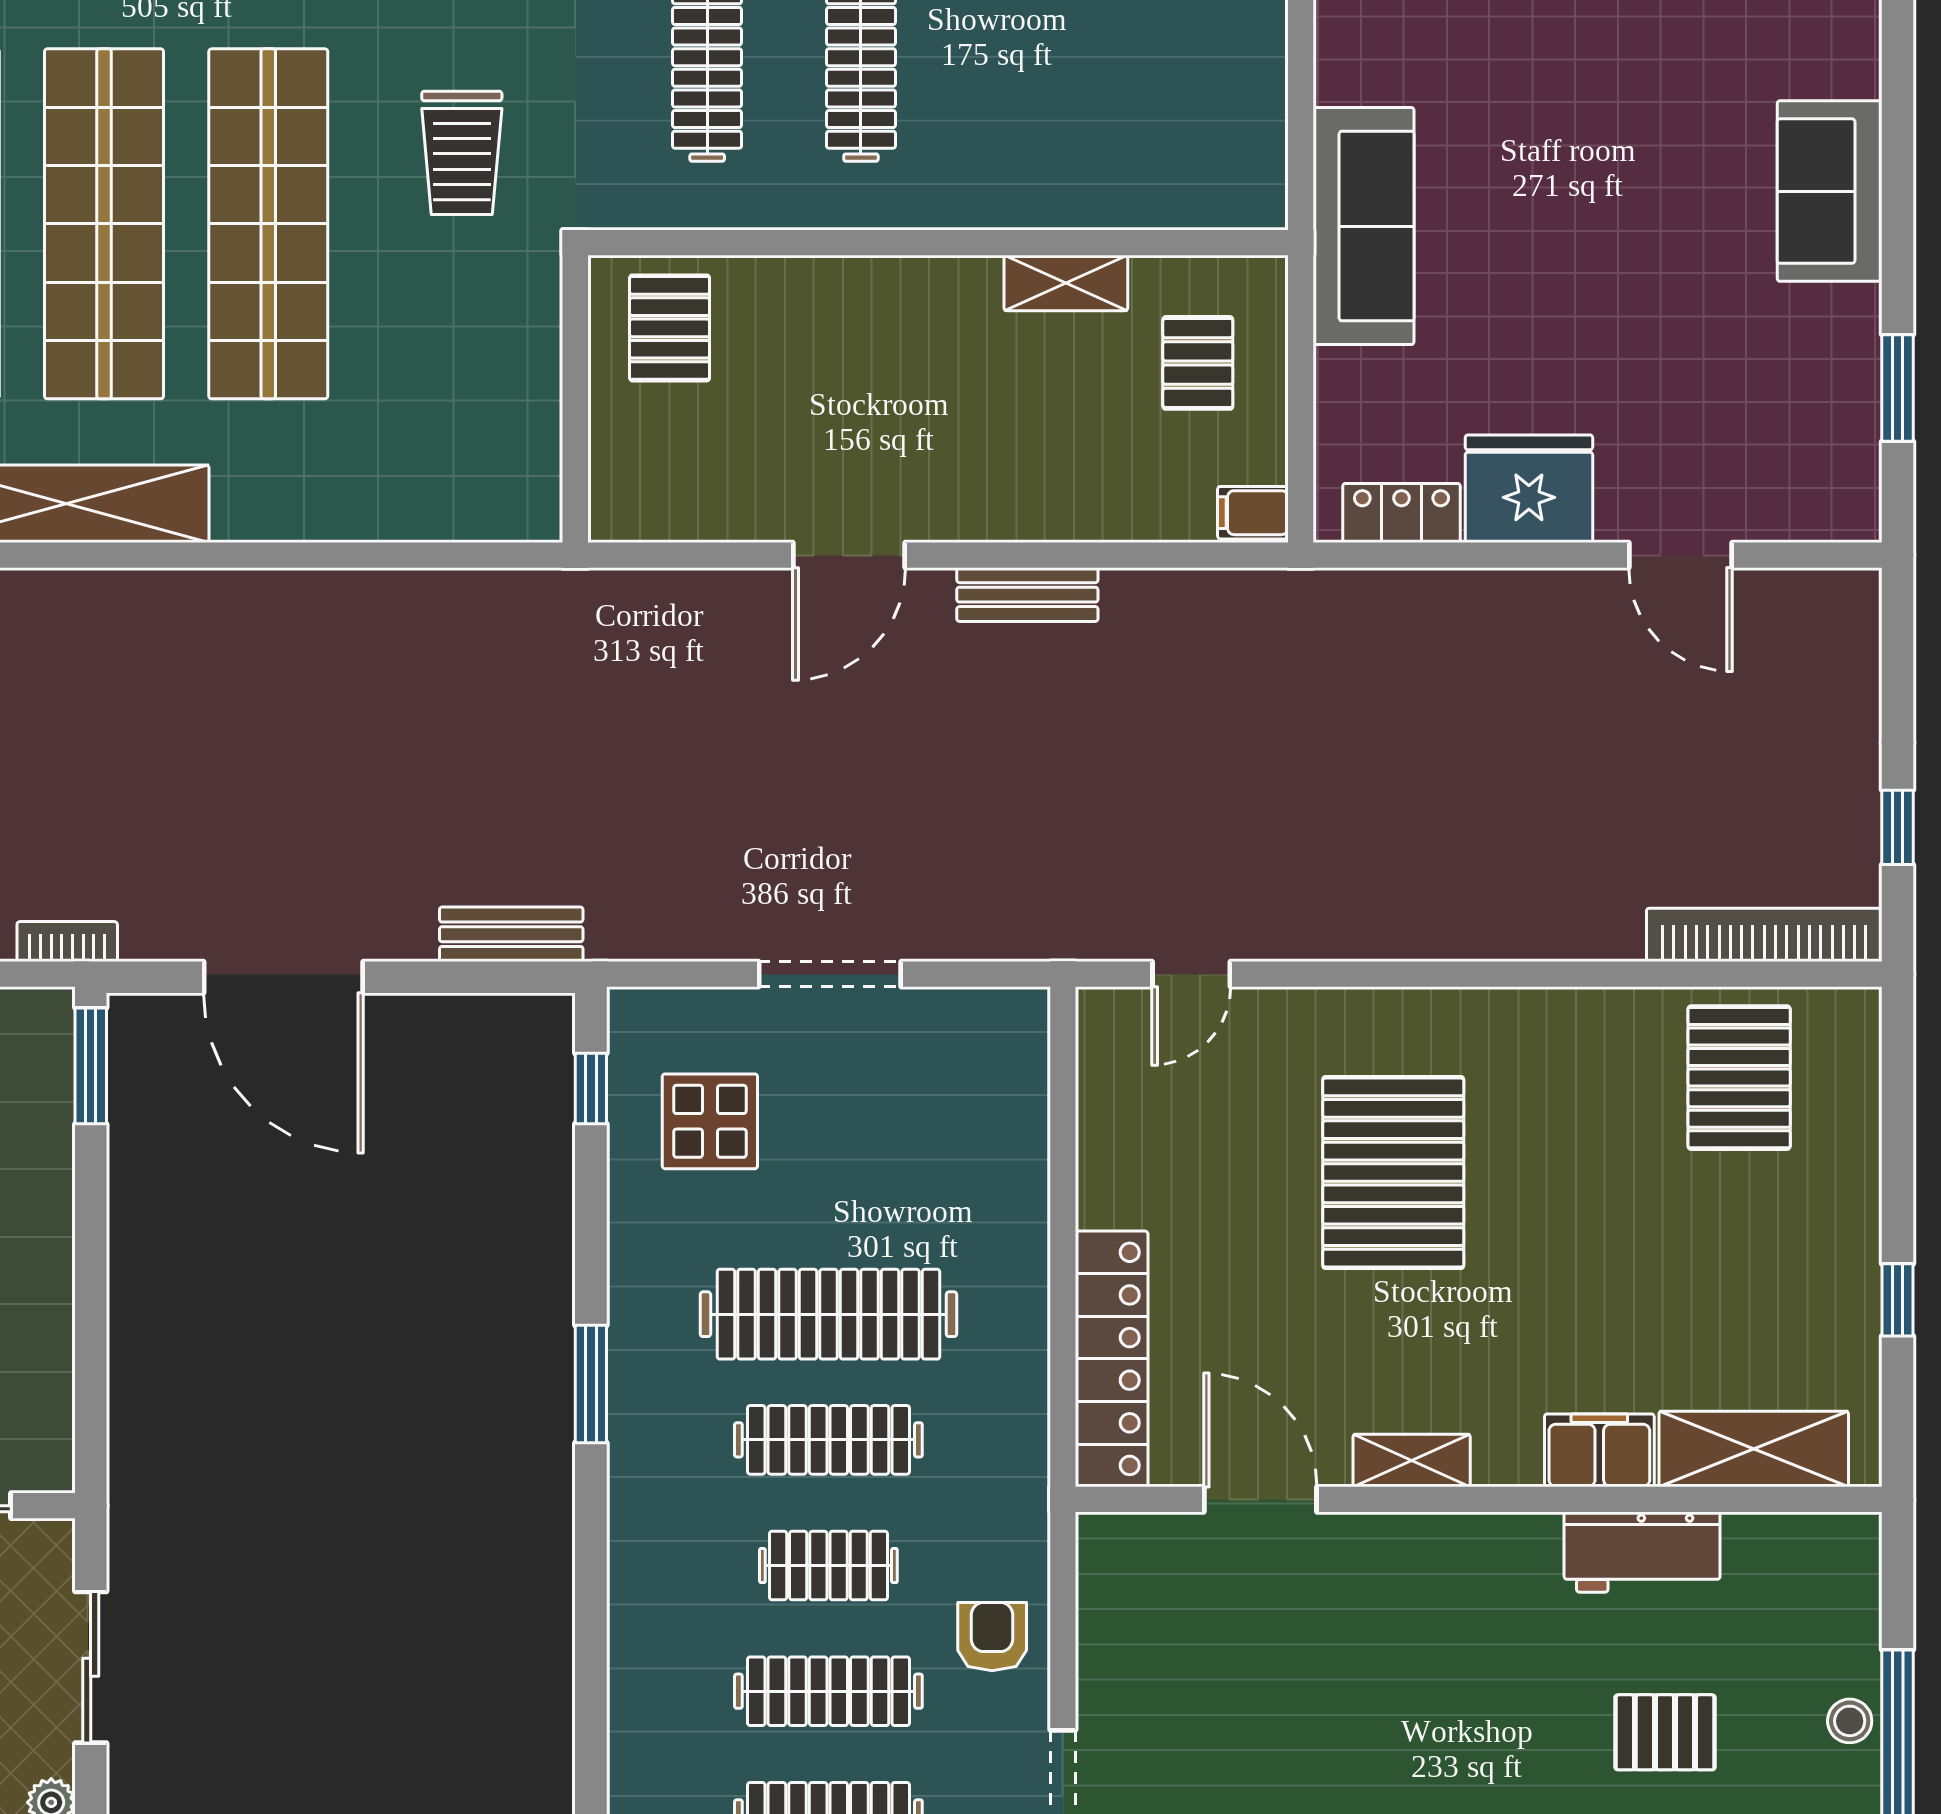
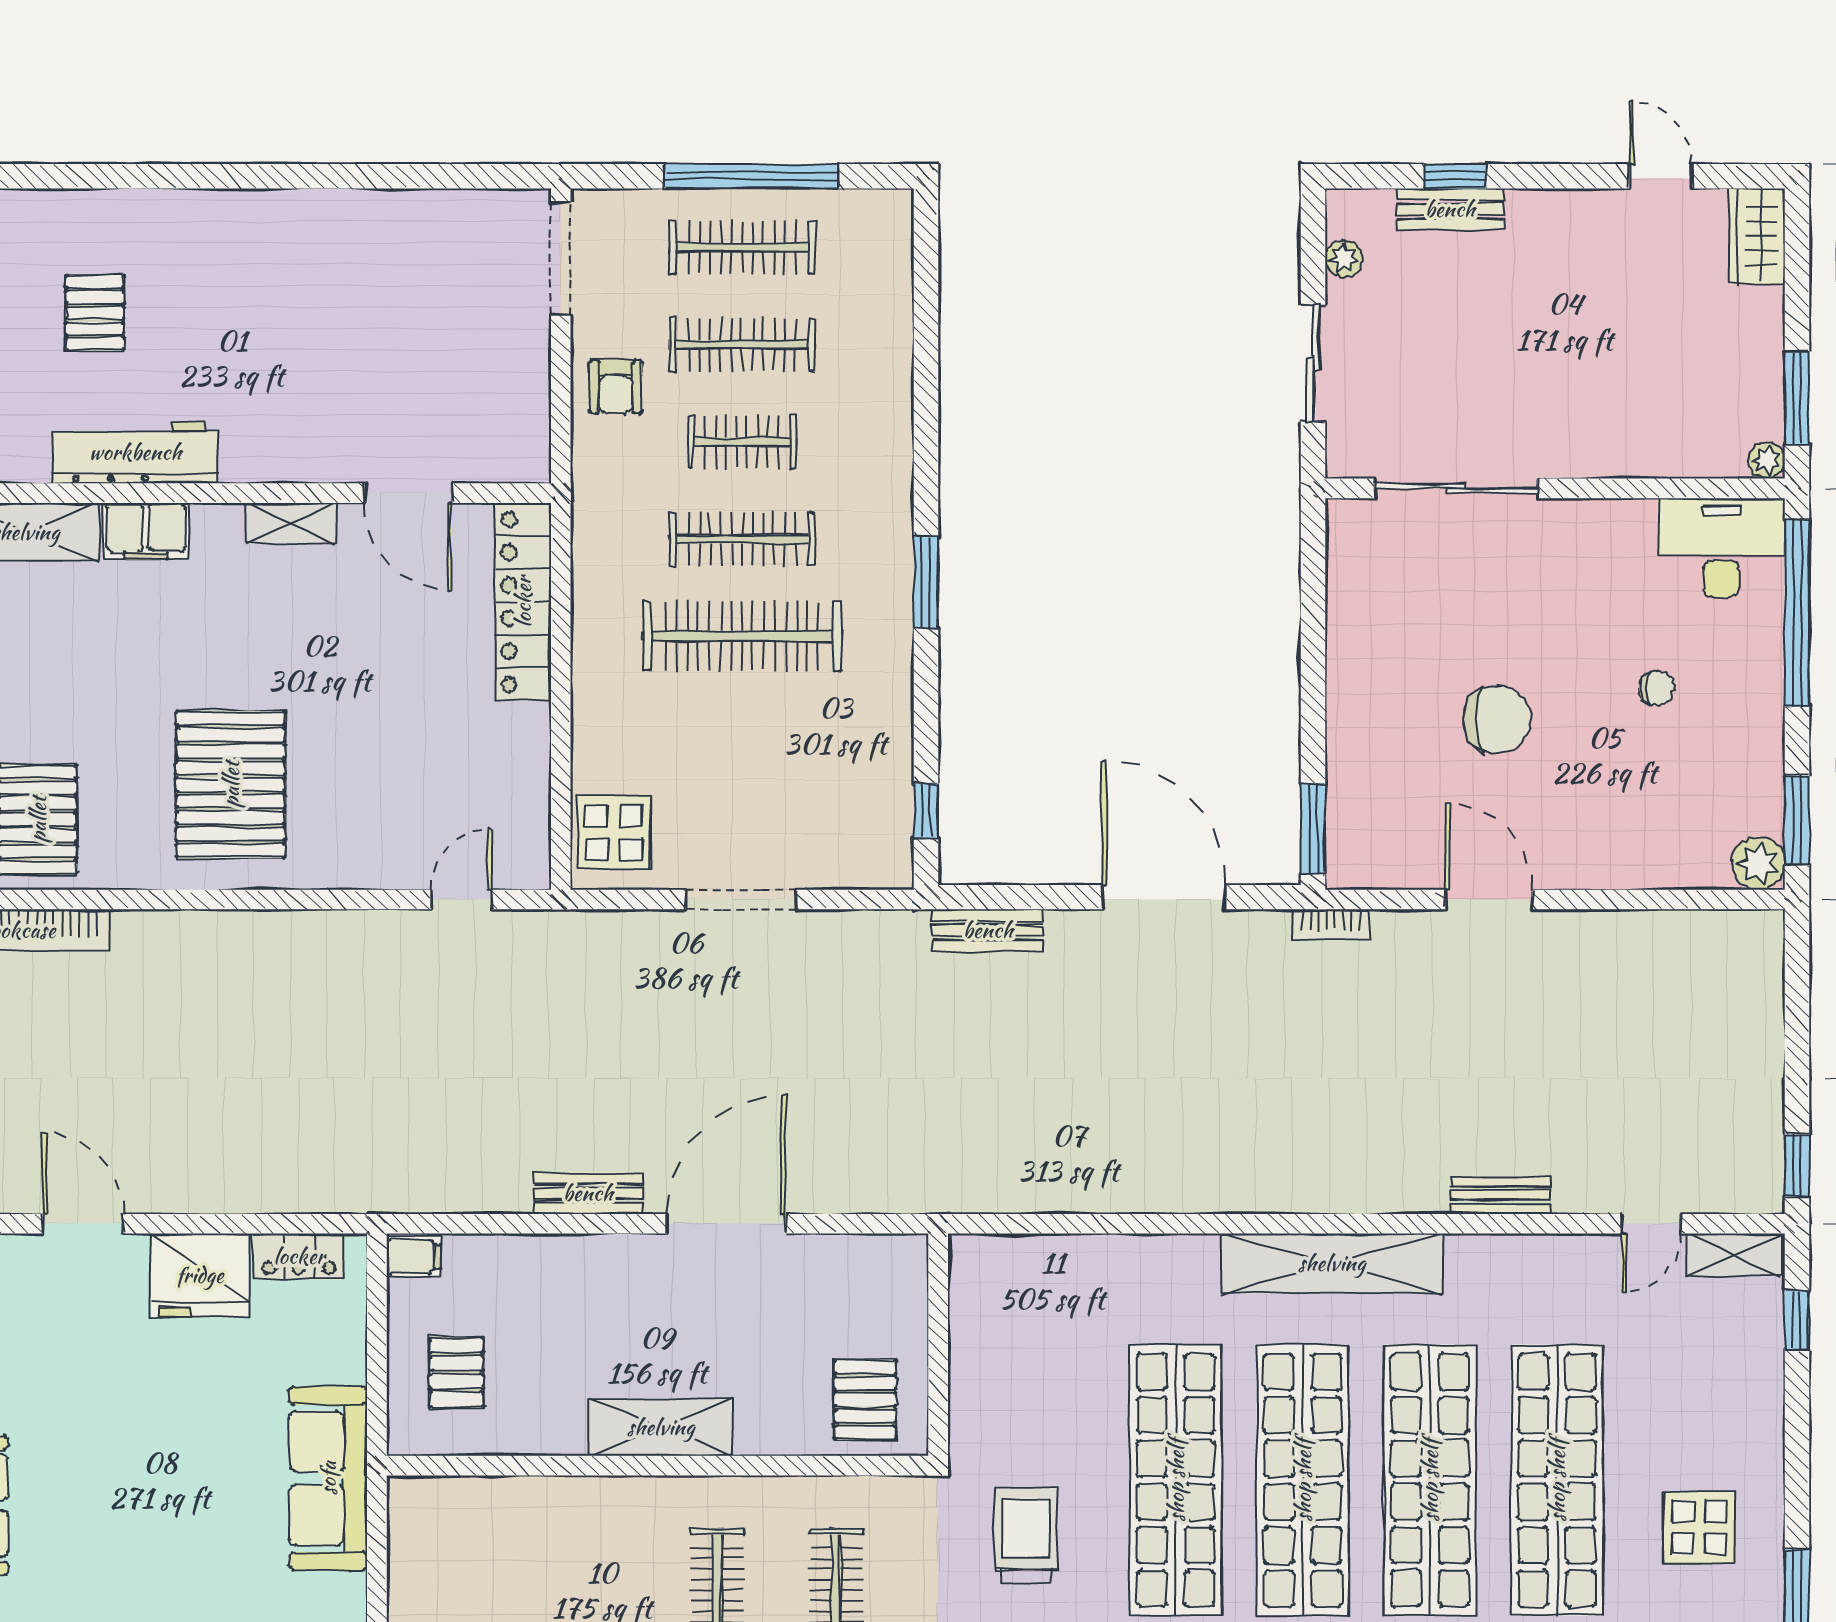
shelving: (1066, 283) -> (661, 1427), moved, width x1.50, depth x1.33
door: (849, 555) -> (726, 1224), width x1.36
display table: (710, 1121) -> (614, 833), moved
pallet: (1393, 1172) -> (231, 784), moved
workbench: (1642, 1552) -> (135, 452), width x1.38
pallet: (1665, 1732) -> (95, 313), turned 90

